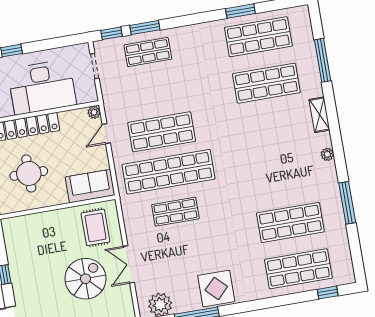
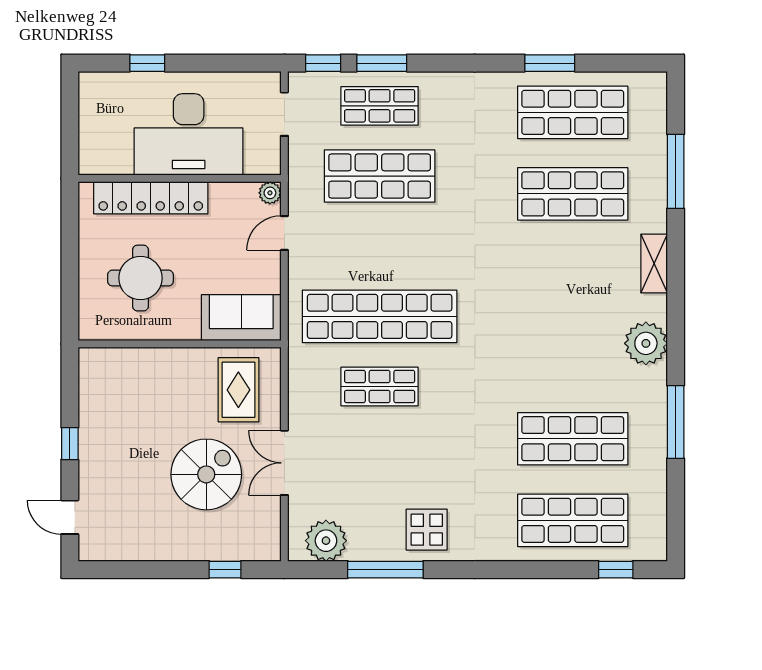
shop shelf: (162, 132) -> (380, 176), moved
plant: (327, 154) -> (646, 343), width x1.88, depth x1.88
display table: (216, 288) -> (427, 530), width x0.73, depth x0.73

